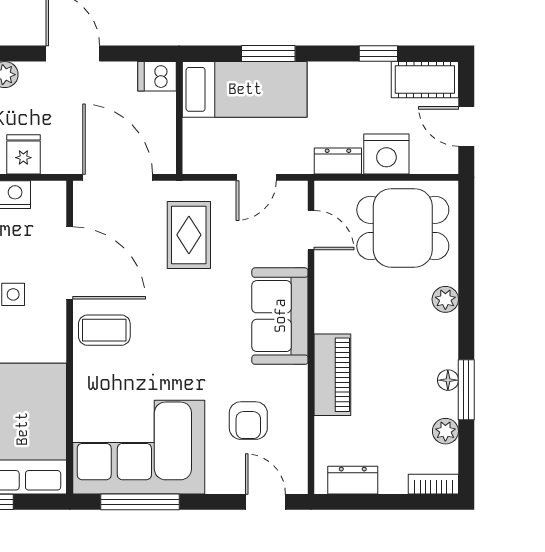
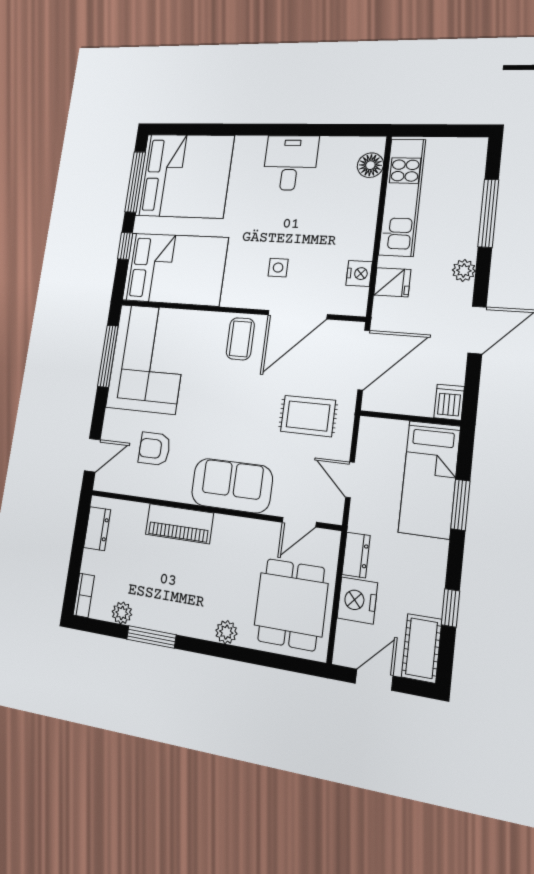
floor lamp: (448, 380) -> (161, 622), removed

